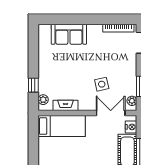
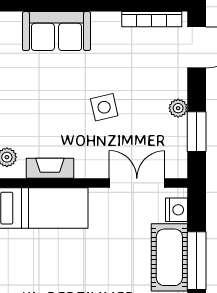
side table: (102, 84) -> (104, 107), moved
plant: (132, 101) -> (178, 108), moved

